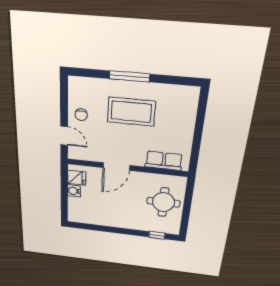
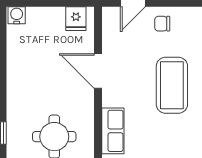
water cooler: (74, 191) -> (17, 15), moved

